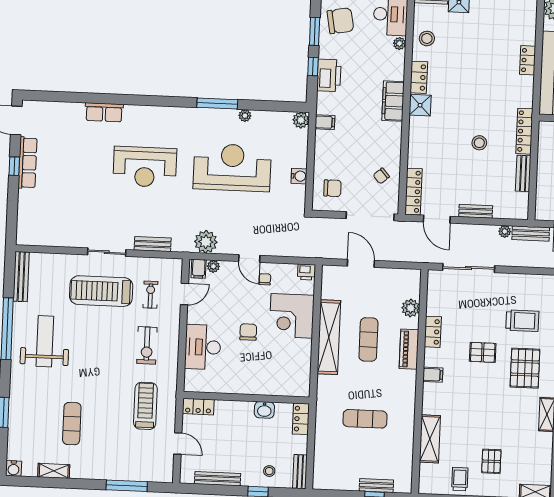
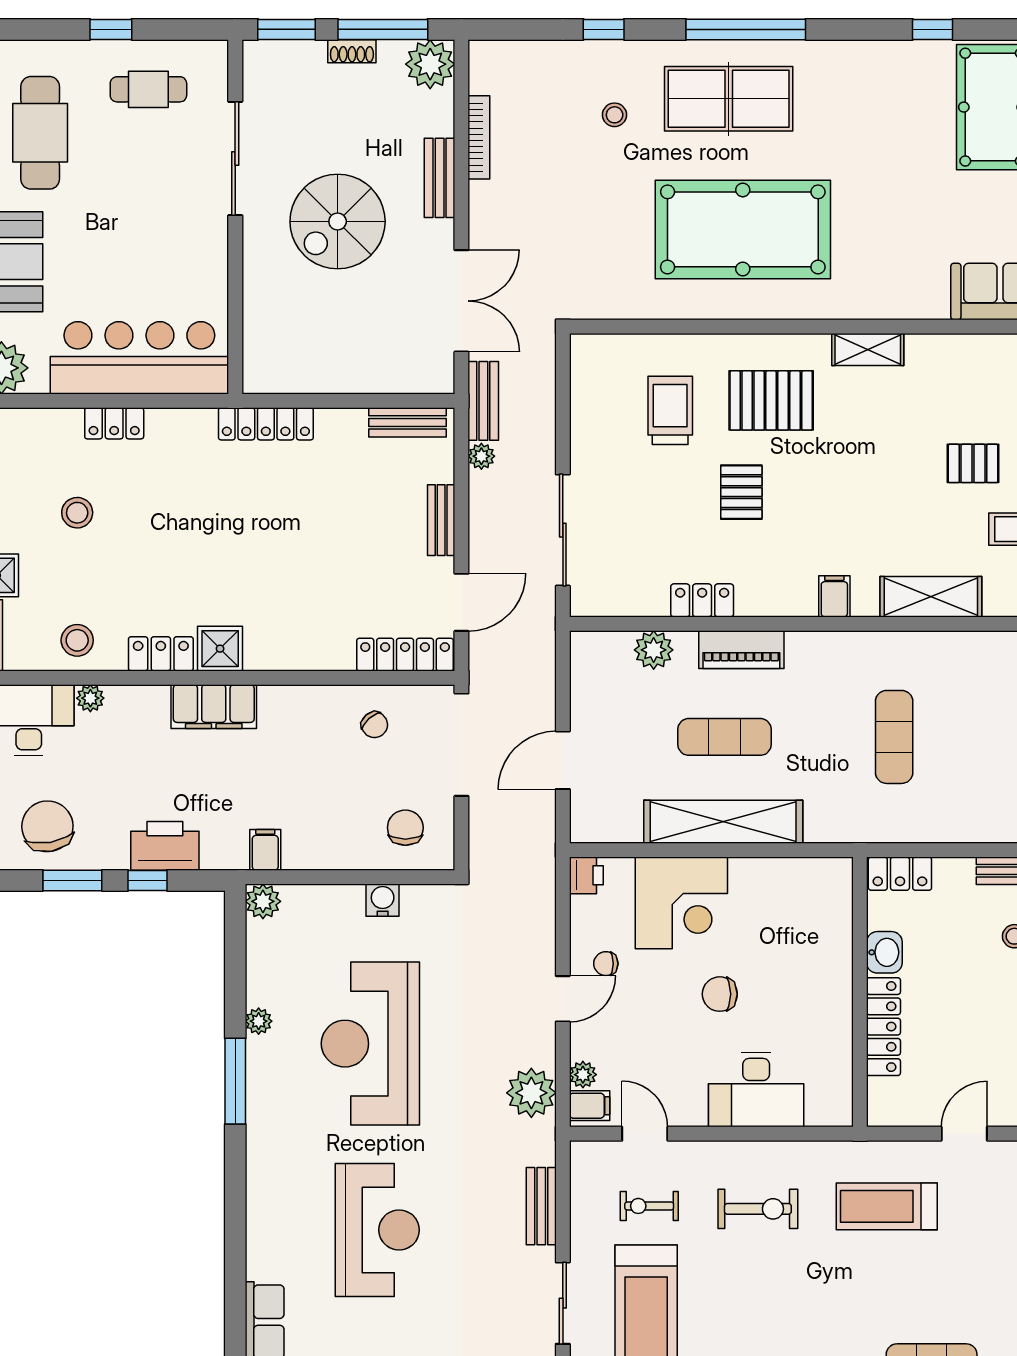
stool: (479, 143) -> (77, 513), moved
bench: (523, 173) -> (408, 422), moved
filing cabinet: (433, 375) -> (834, 596), moved
locker: (198, 407) -> (883, 1027), moved, width x1.53

